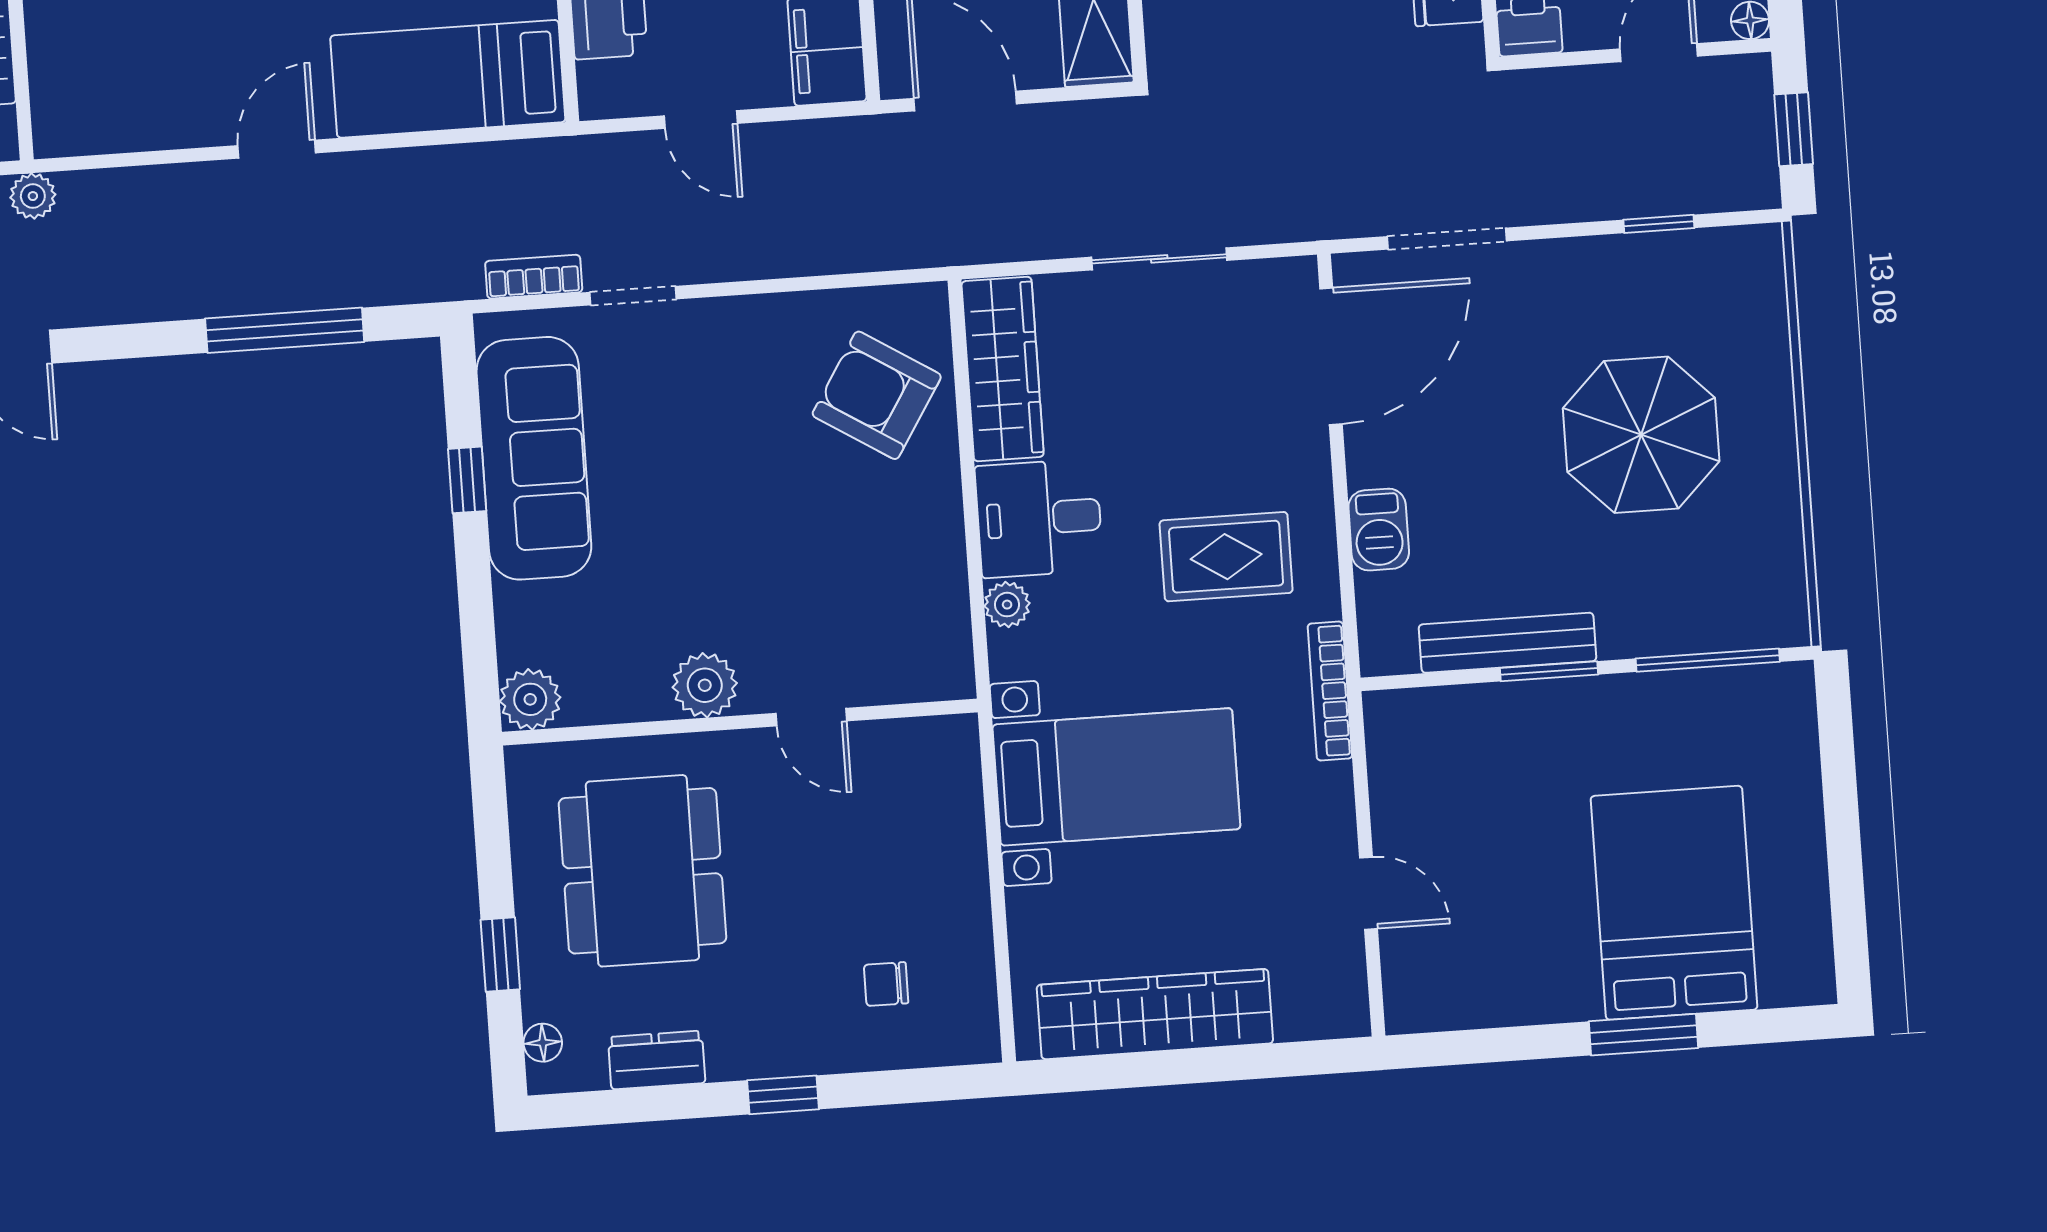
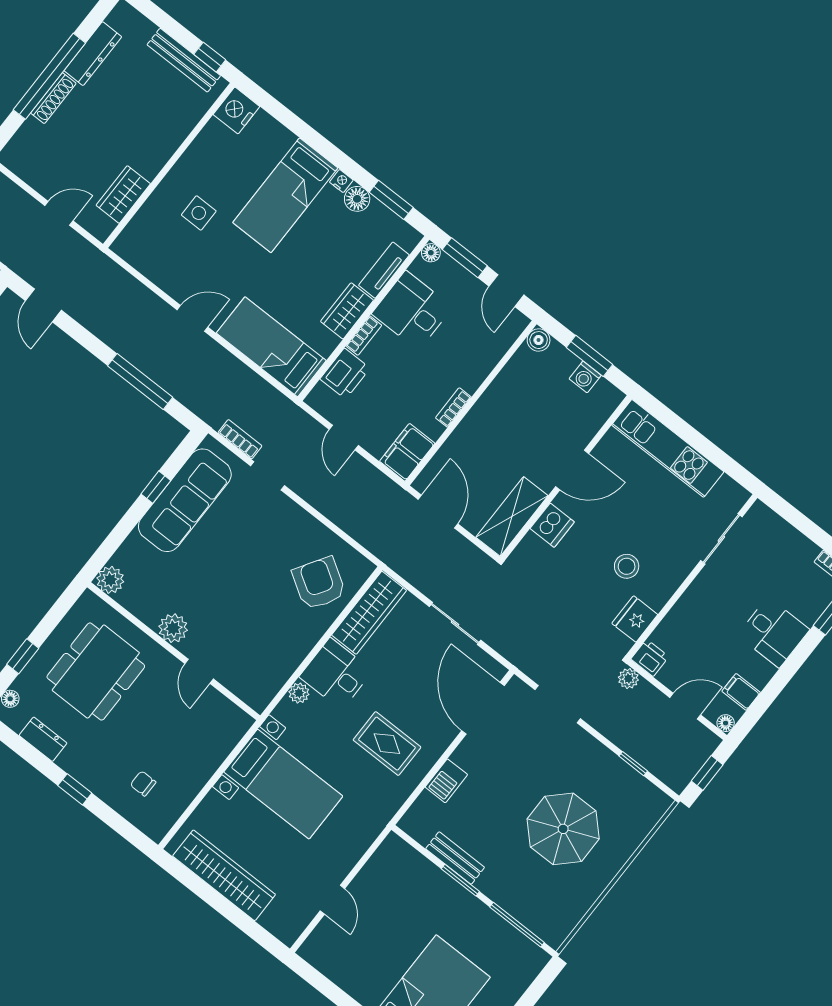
plant: (33, 196) -> (628, 679), moved
door: (1331, 356) -> (483, 708), swing flipped
bench: (1508, 643) -> (455, 858), width x0.73
bookcase: (1330, 691) -> (381, 820), removed

